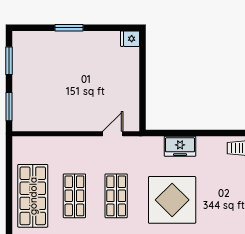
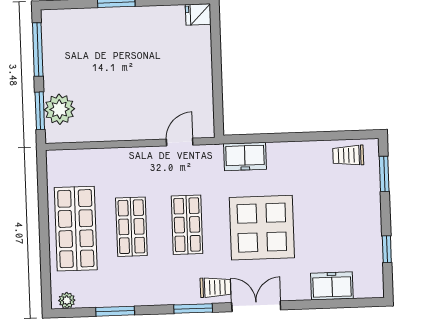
window: (9, 61) -> (38, 49), width x1.44
plant: (24, 106) -> (59, 109), added
freezer: (180, 146) -> (245, 157), moved

